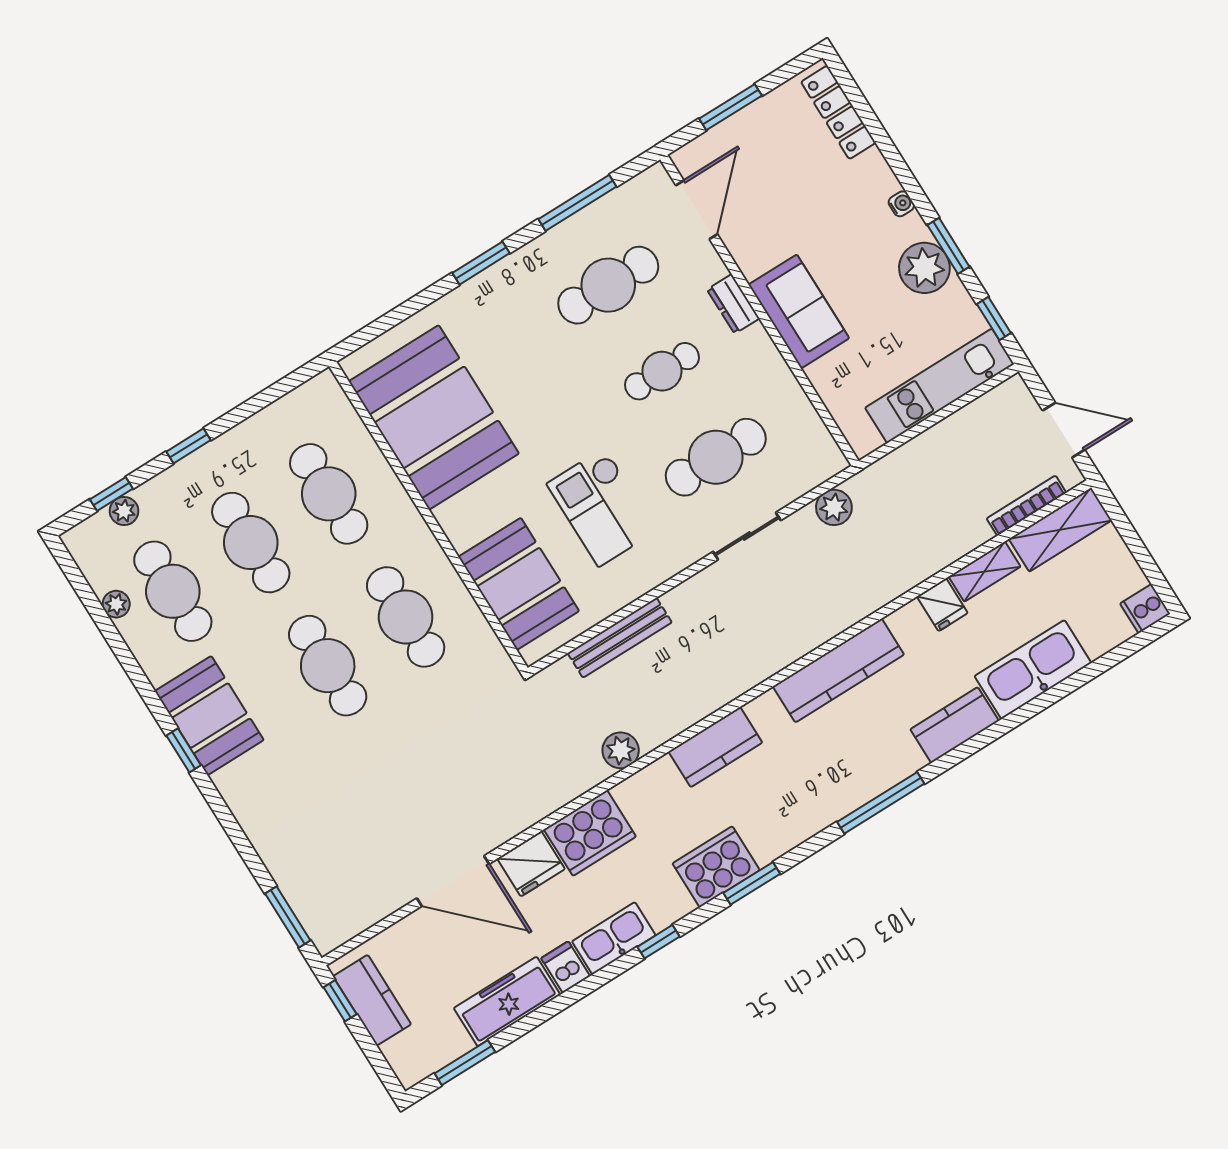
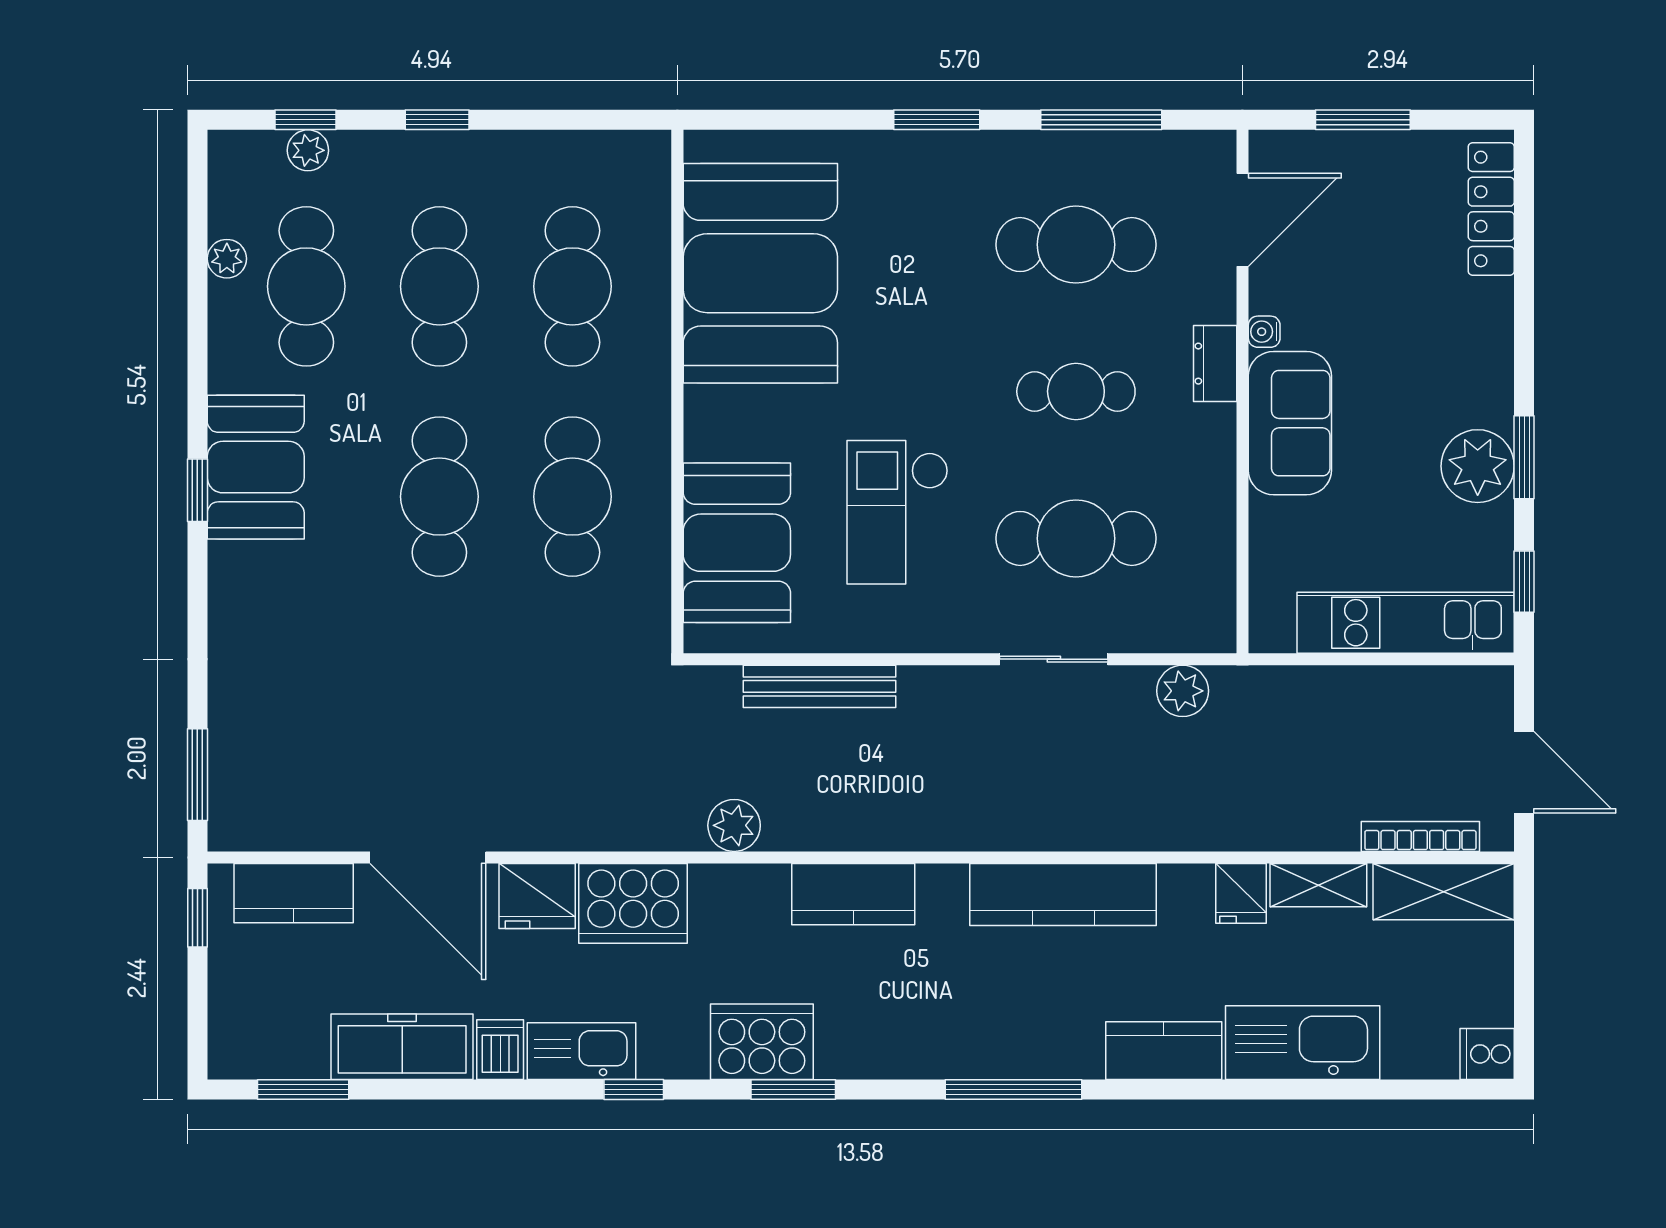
water cooler: (901, 204) -> (1264, 332), moved, turned 180
kitchen counter: (372, 1000) -> (294, 893), moved, turned 90

